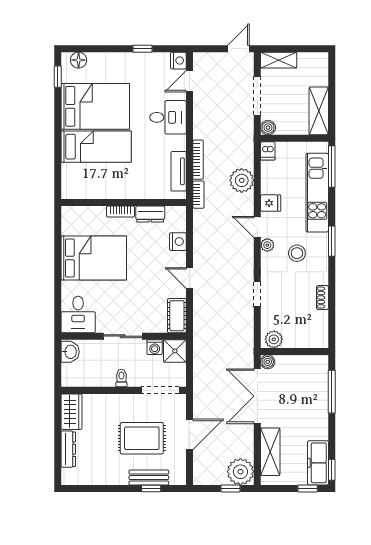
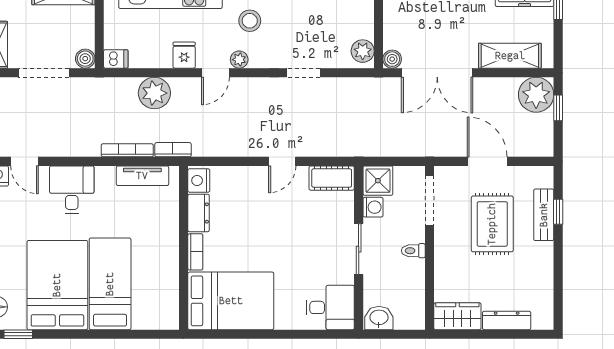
nightstand: (178, 242) -> (199, 180), moved, turned -90
bed: (94, 258) -> (231, 301), moved, turned 90

